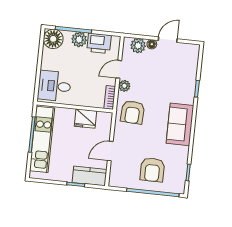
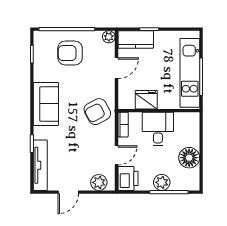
floor lamp: (53, 39) -> (189, 158), moved
printer: (99, 43) -> (128, 178), moved, turned 90
floor lamp: (152, 44) -> (84, 185), removed
tv unit: (191, 68) -> (40, 165), added
desk: (54, 86) -> (158, 129), moved, turned -90
plant: (124, 86) -> (109, 37), moved
armchair: (133, 112) -> (97, 112), turned -121
armchair: (152, 170) -> (70, 53), turned -90

